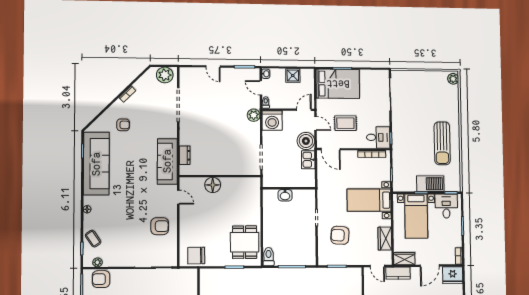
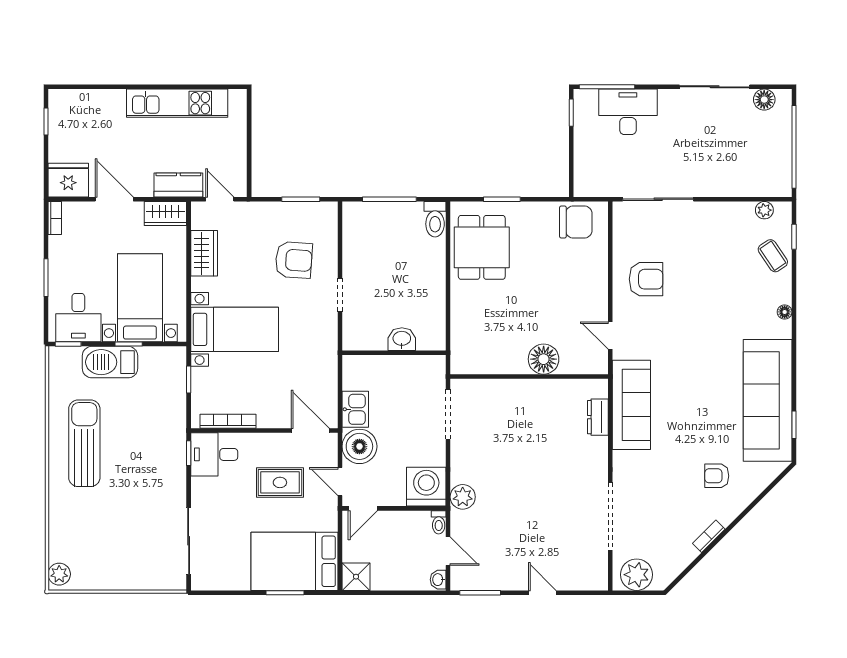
shower: (293, 76) -> (356, 577), moved
armchair: (160, 226) -> (646, 279), turned 180
door: (430, 266) -> (114, 199), hinge flipped
armchair: (101, 279) -> (757, 178), removed

